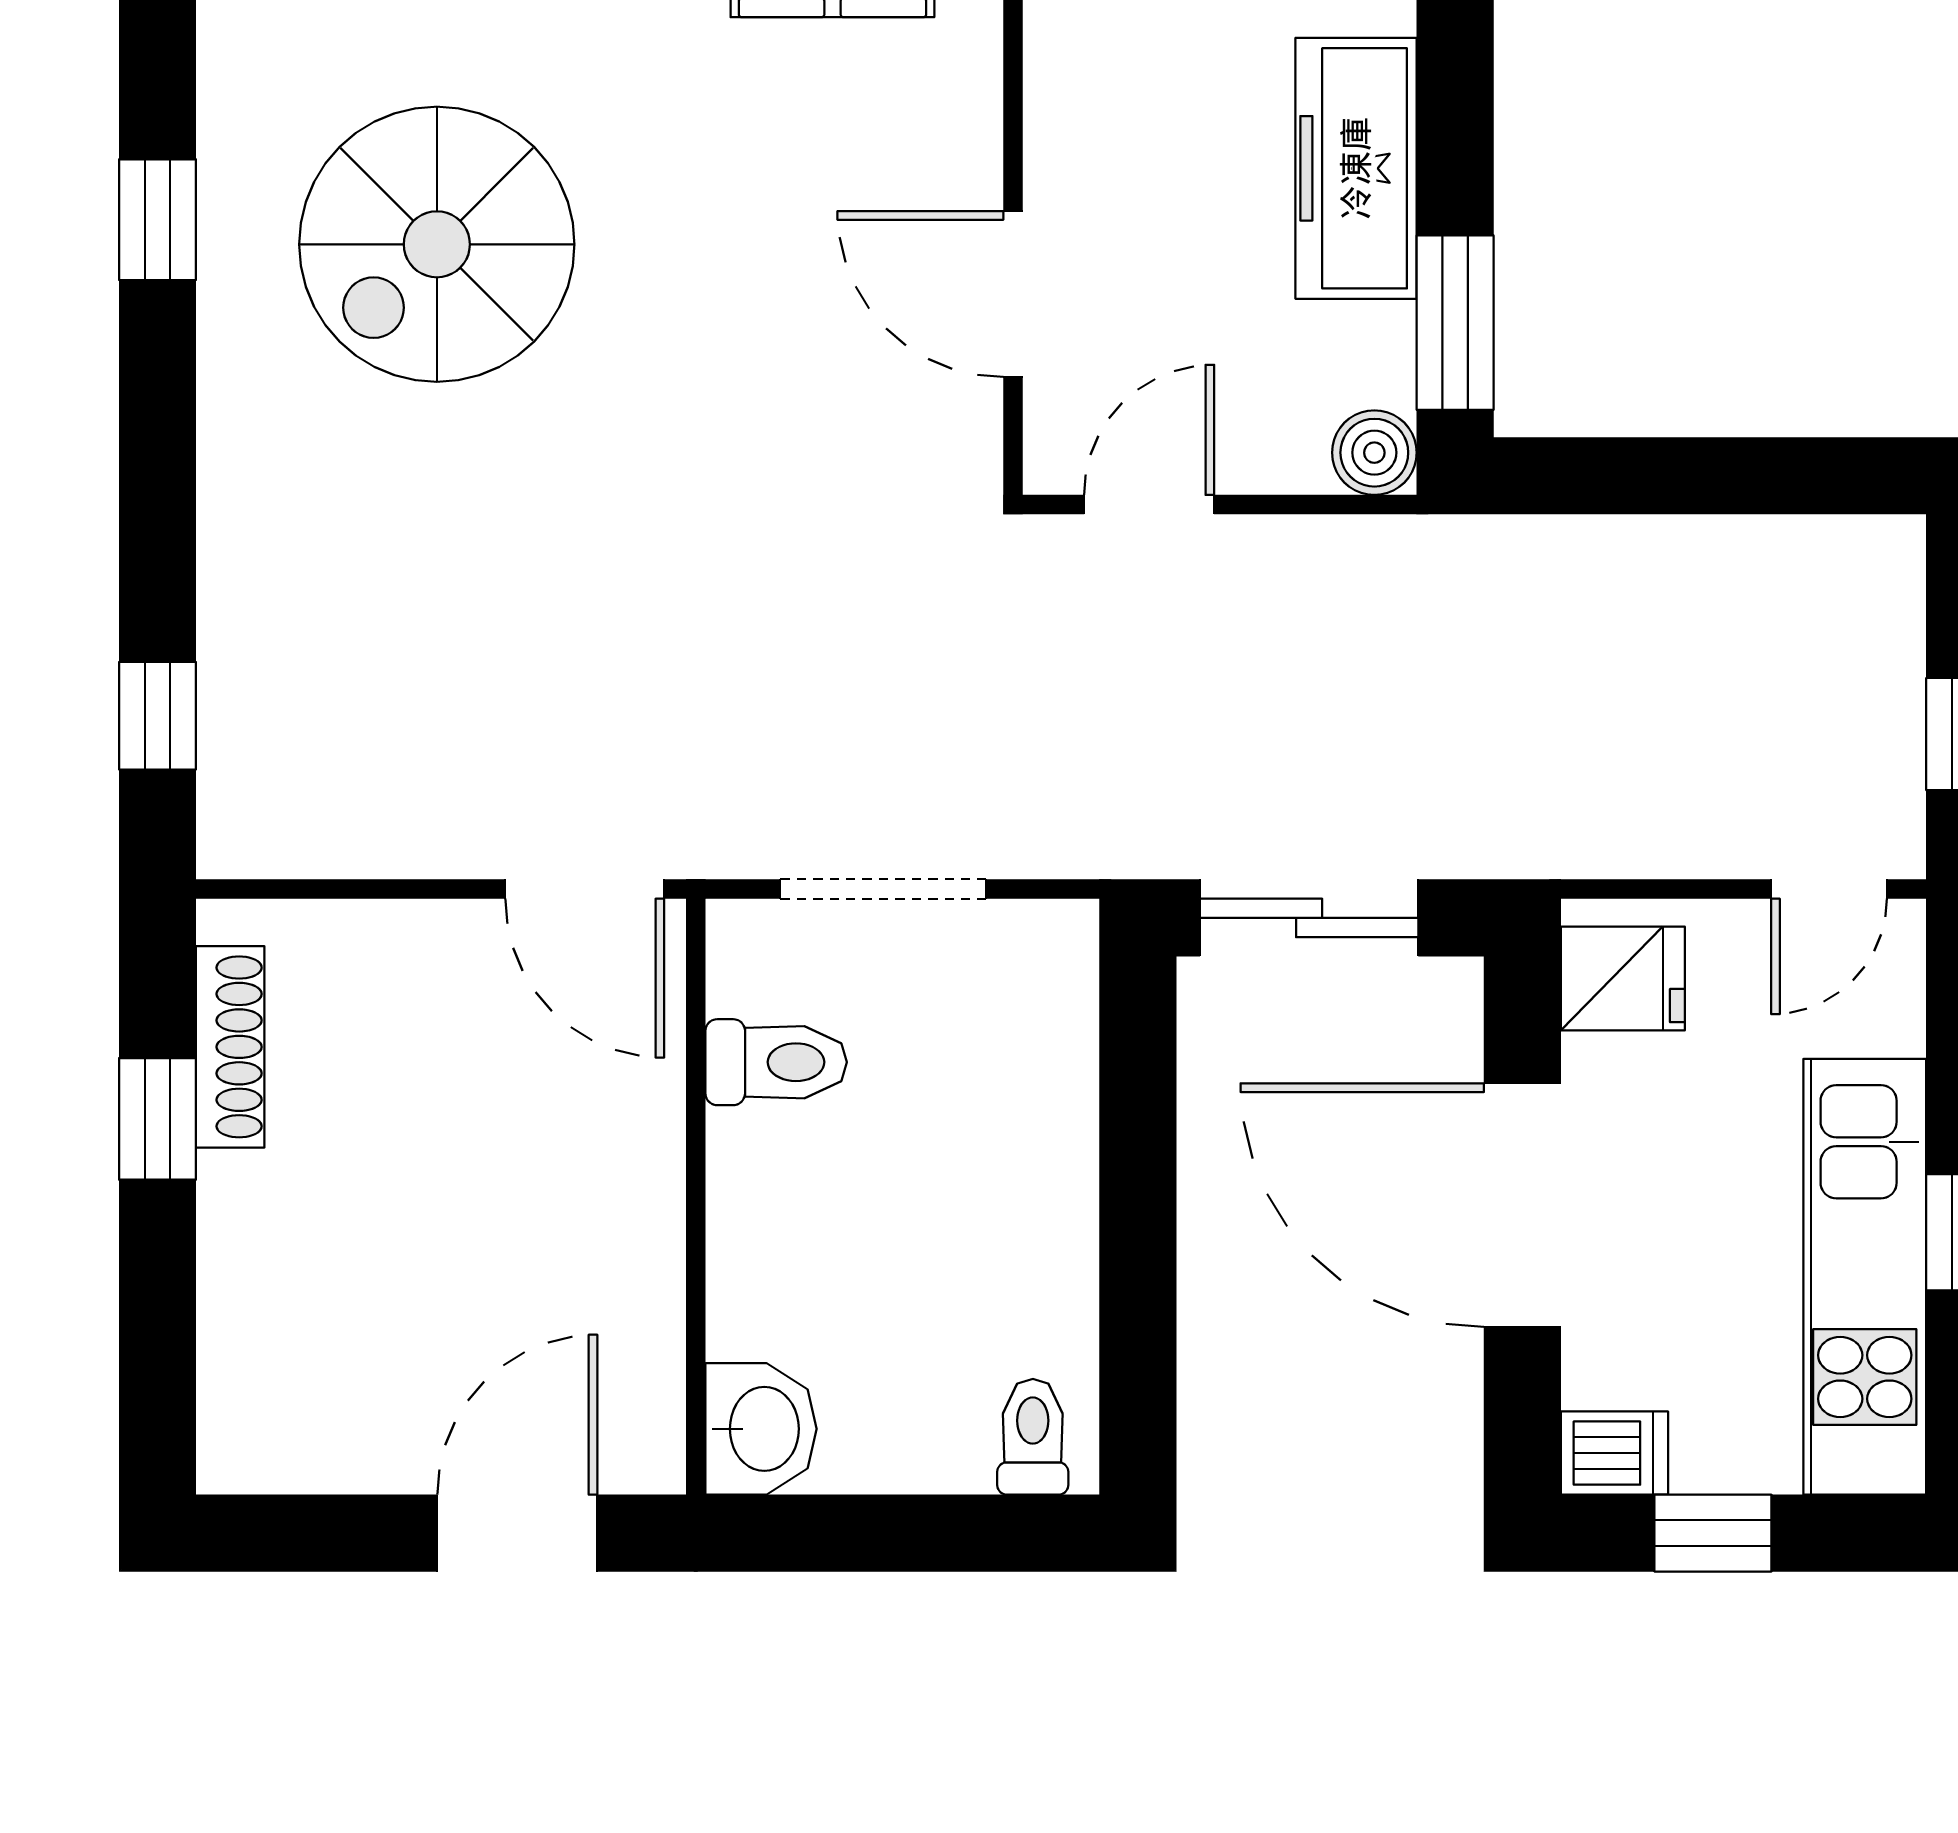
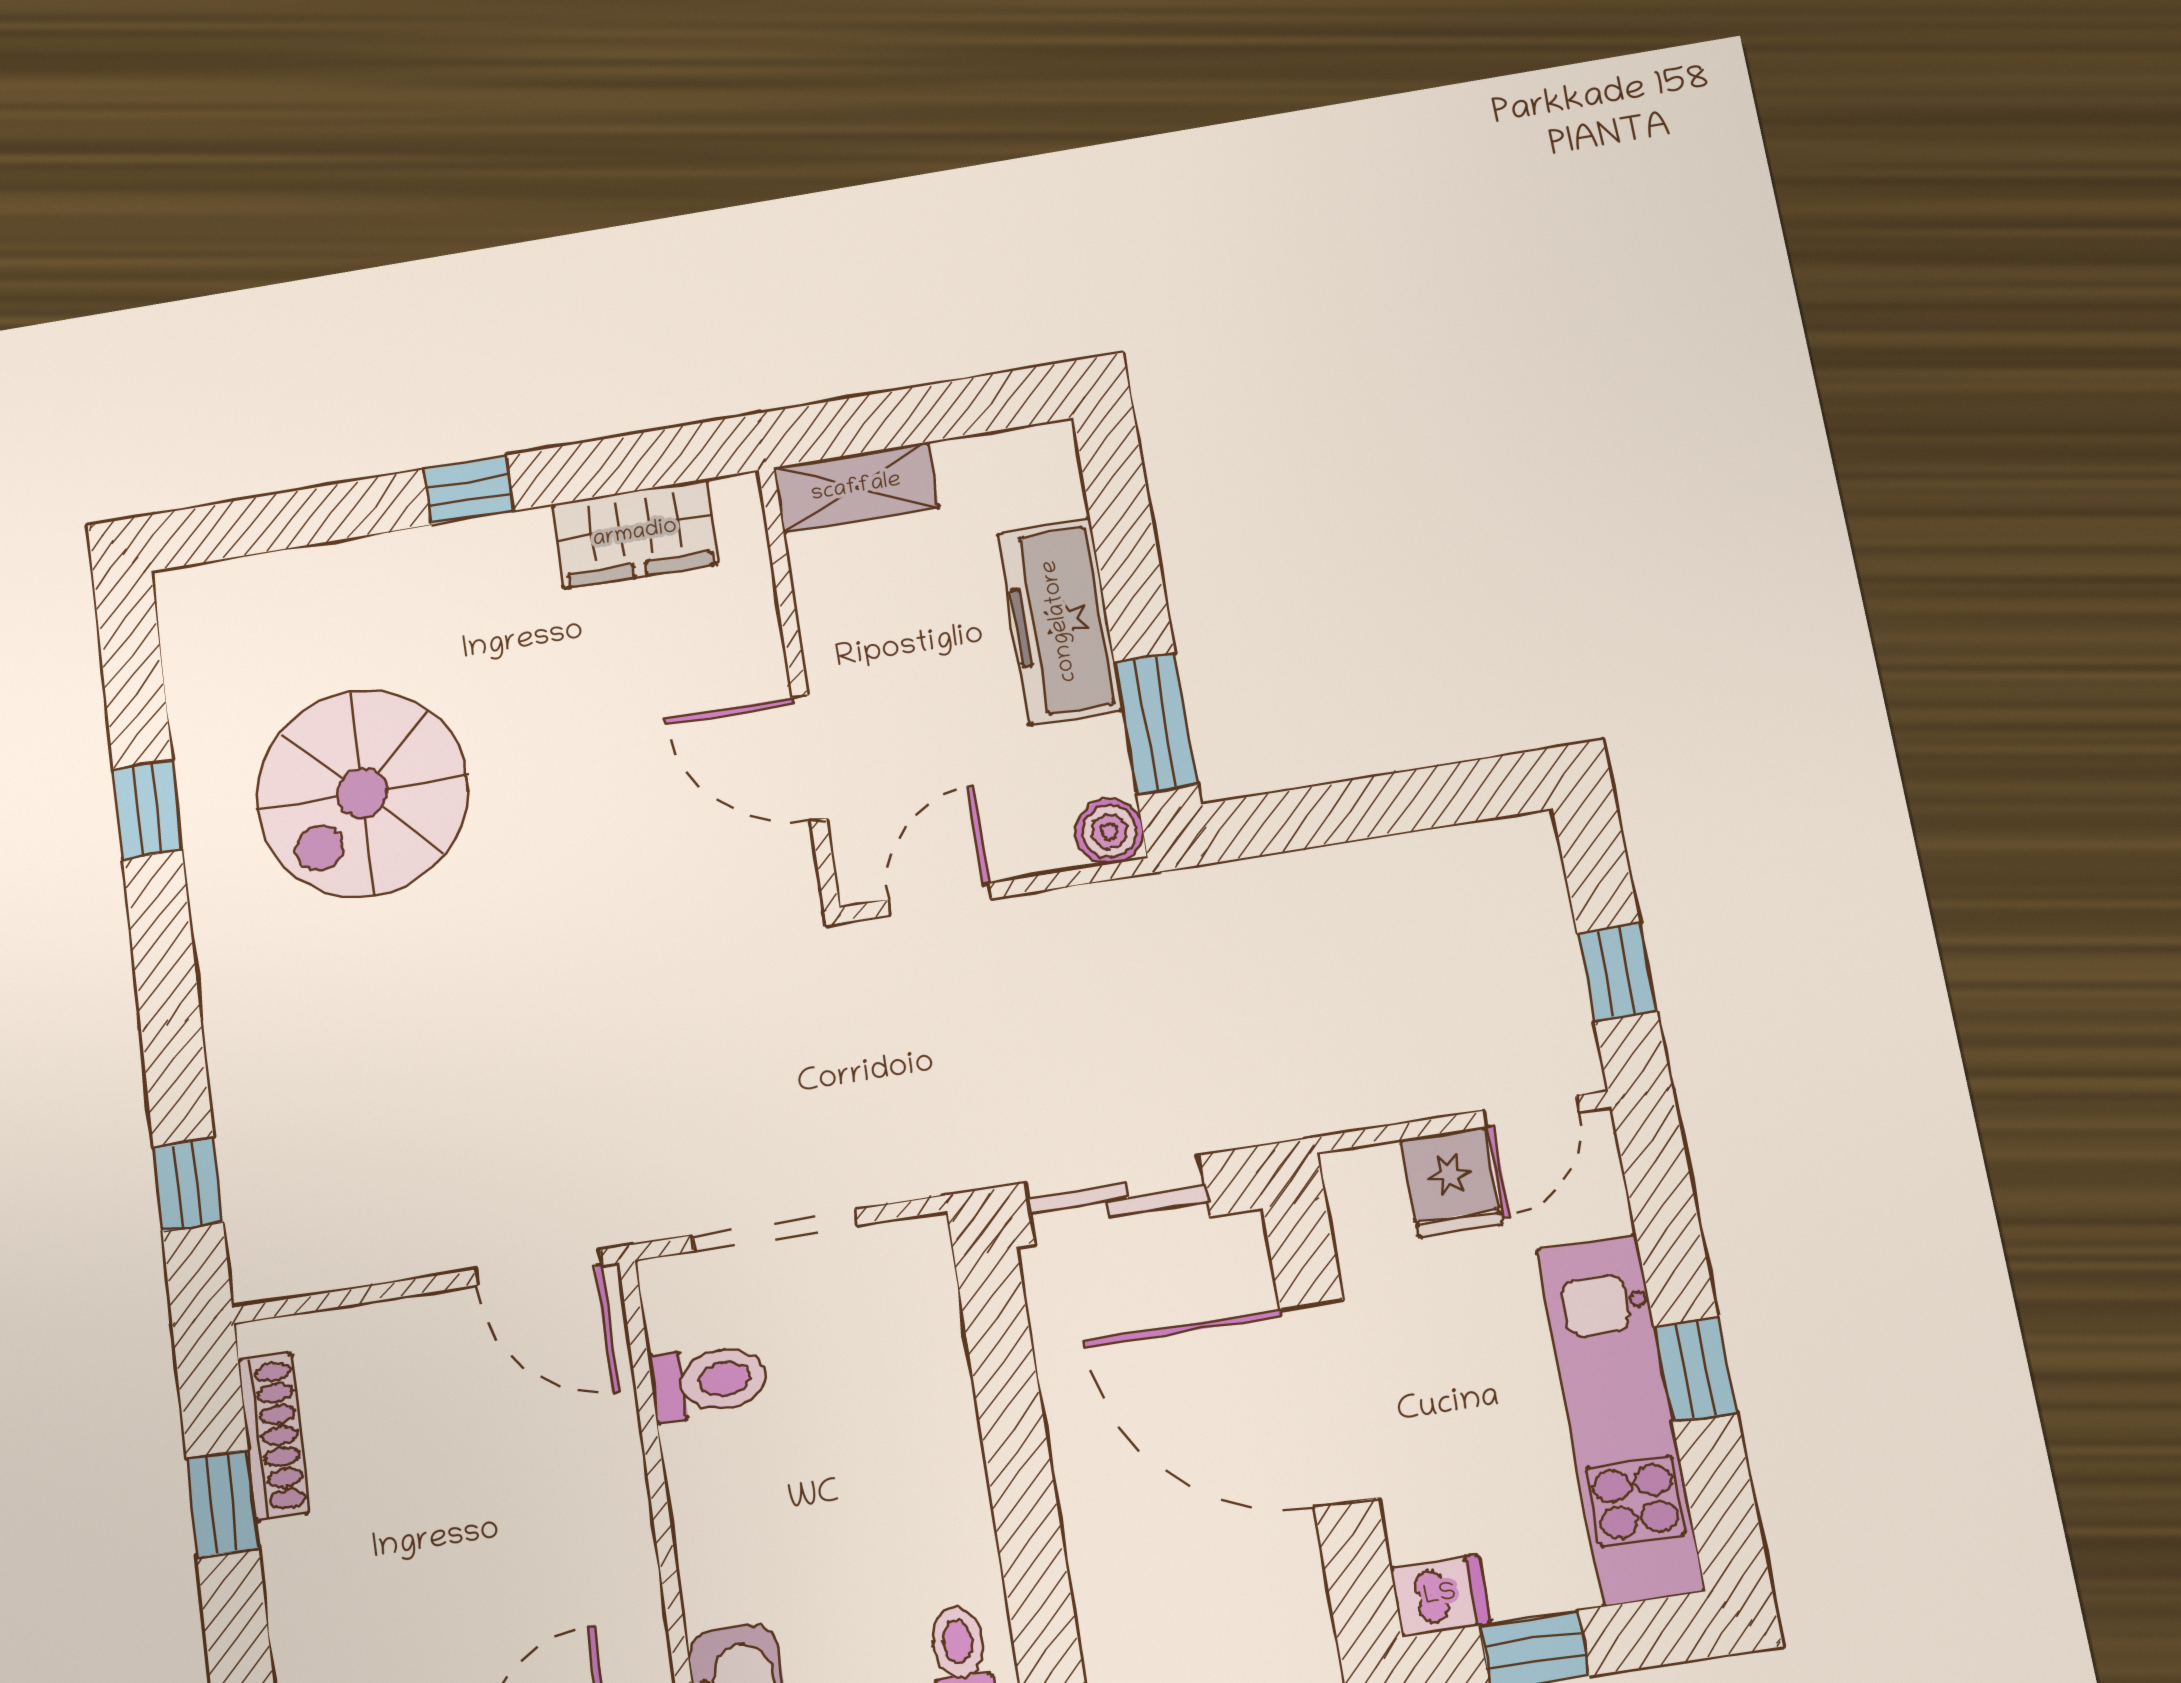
fridge: (1623, 979) -> (1451, 1182), moved, turned 90

